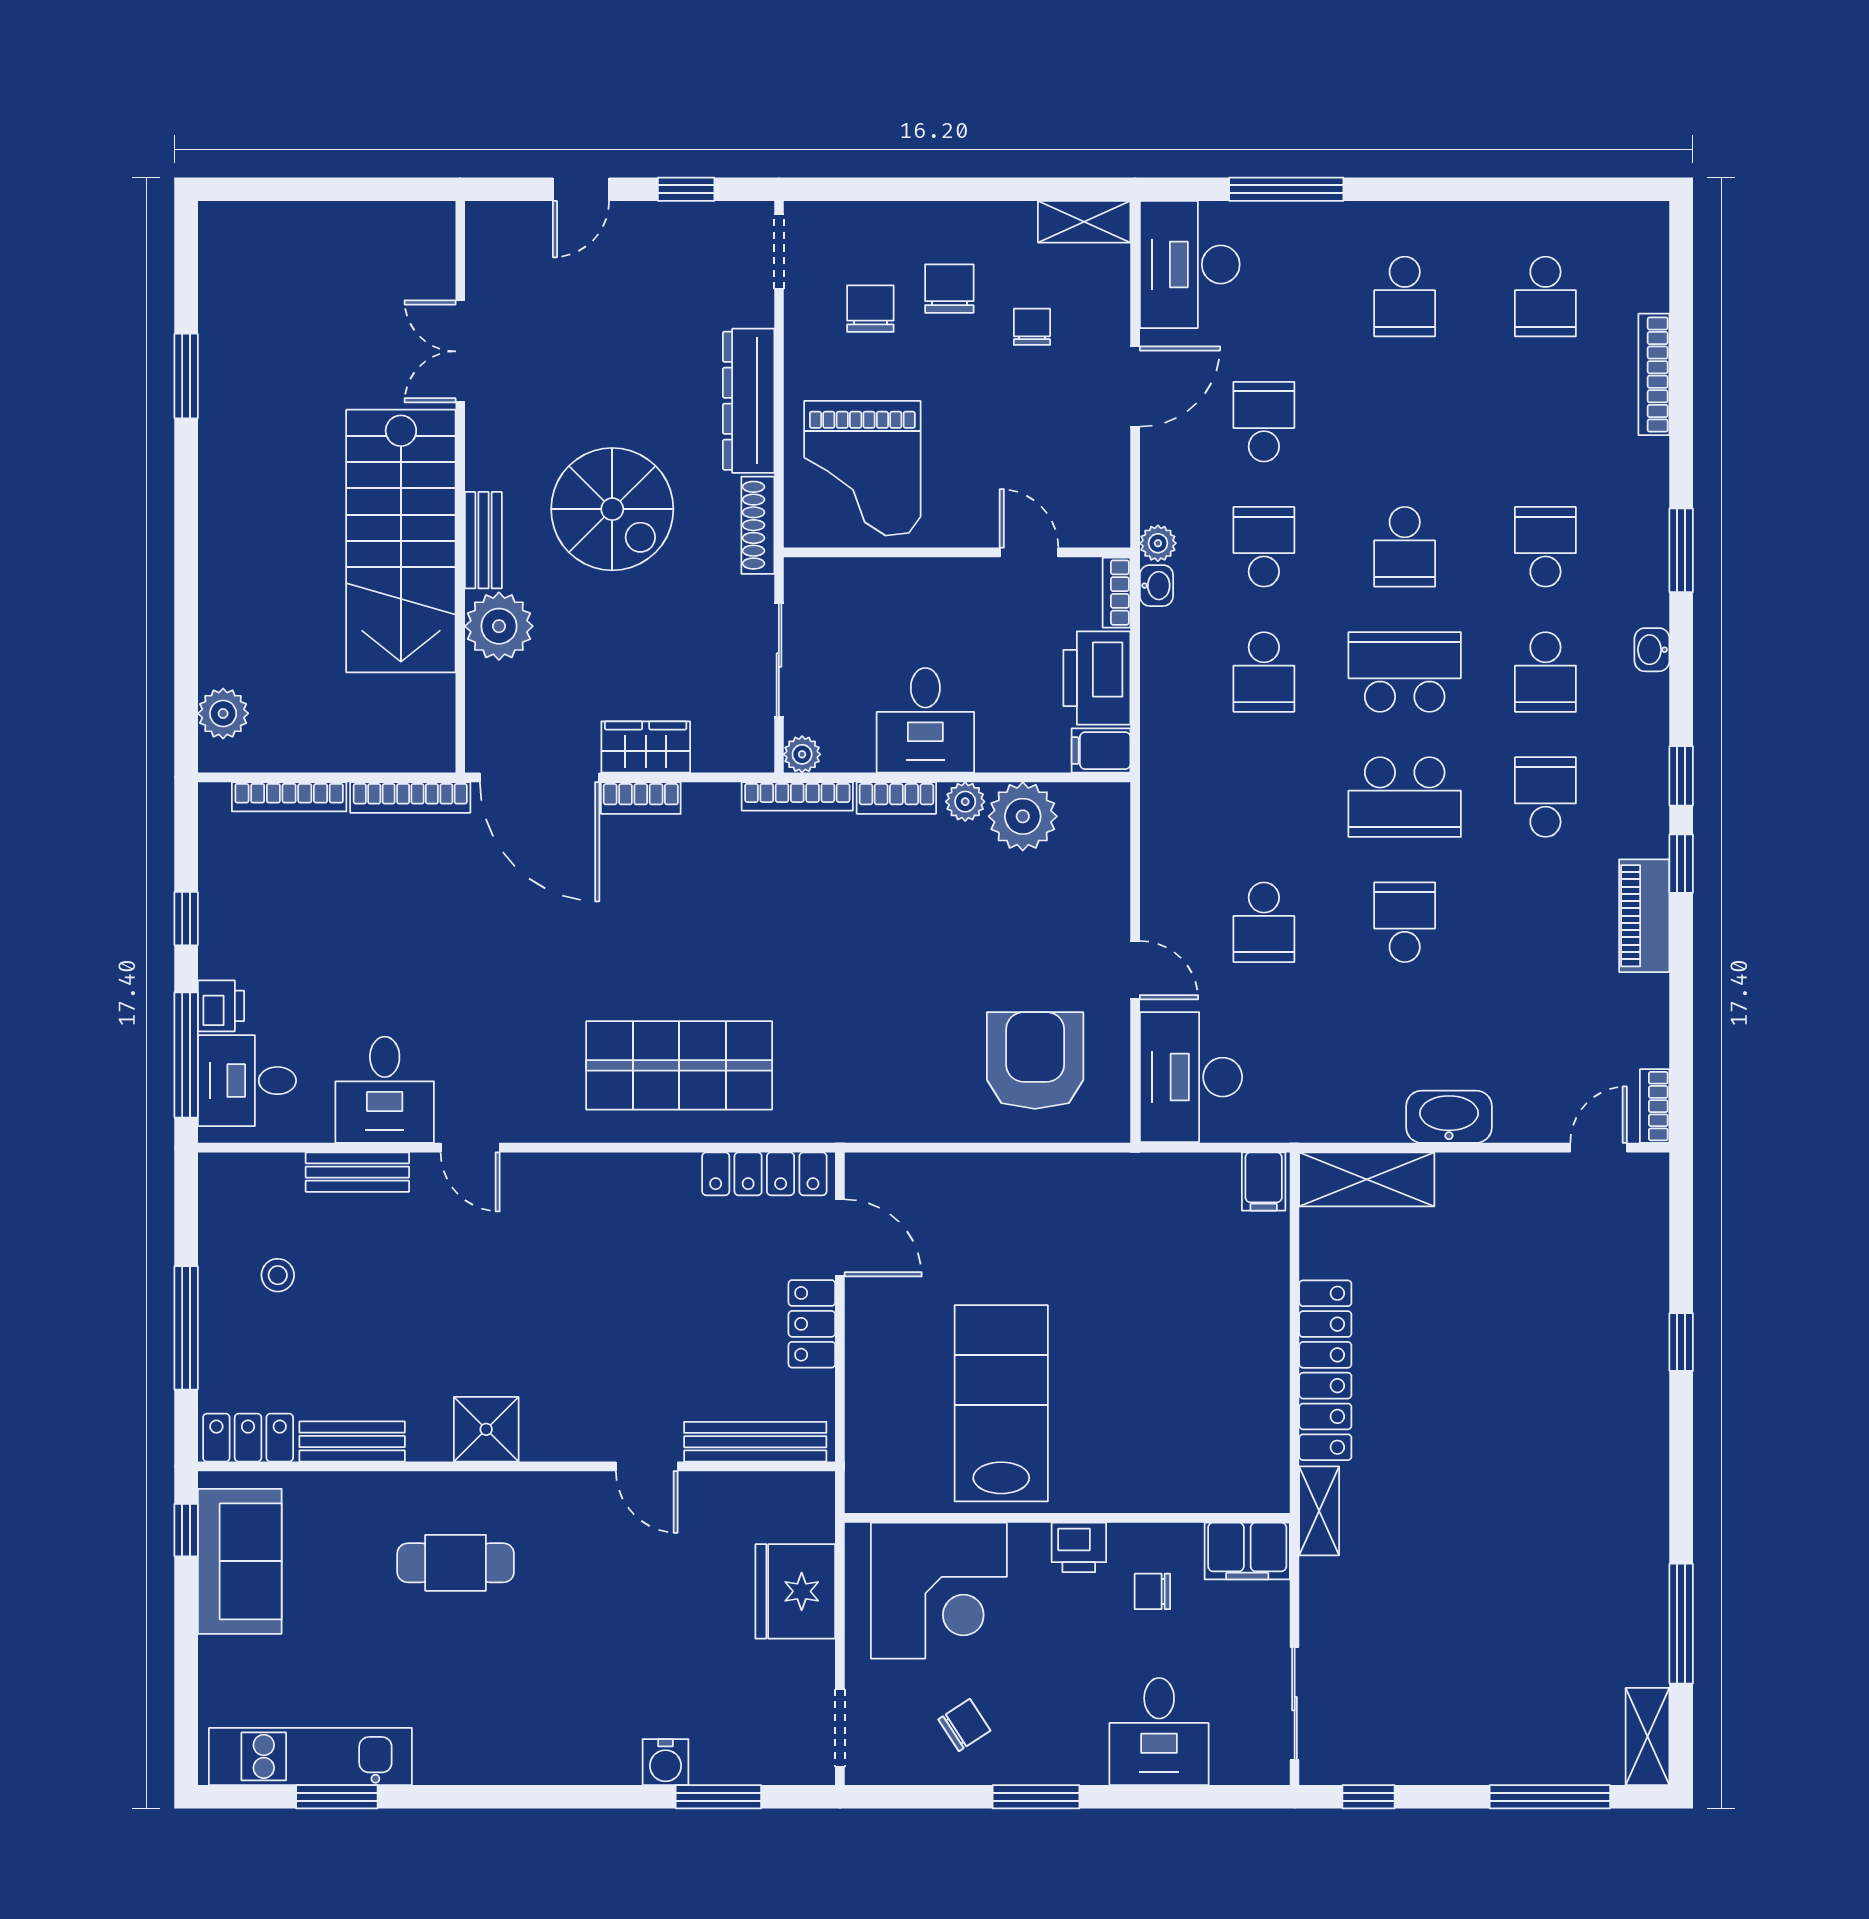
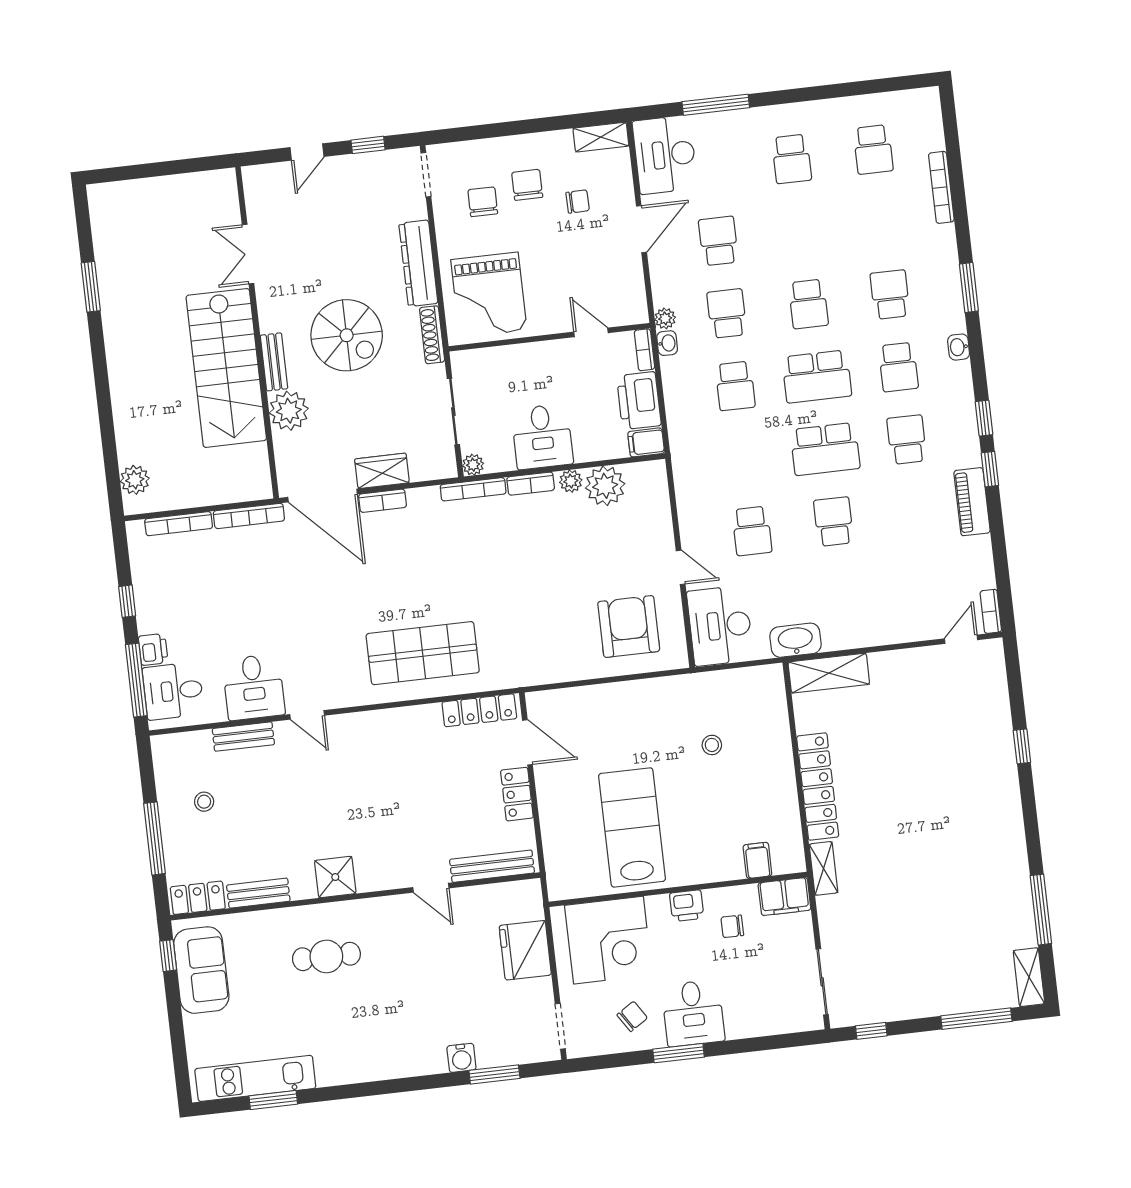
chair: (1032, 327) -> (578, 201), turned 89
school desk: (1405, 672) -> (817, 377), turned 180
washbasin: (1449, 1117) -> (796, 640), moved
filing cabinet: (1264, 1181) -> (757, 860), moved, turned 180
stool: (1153, 1279) -> (712, 745), added
desk: (1159, 1731) -> (693, 1013), moved

